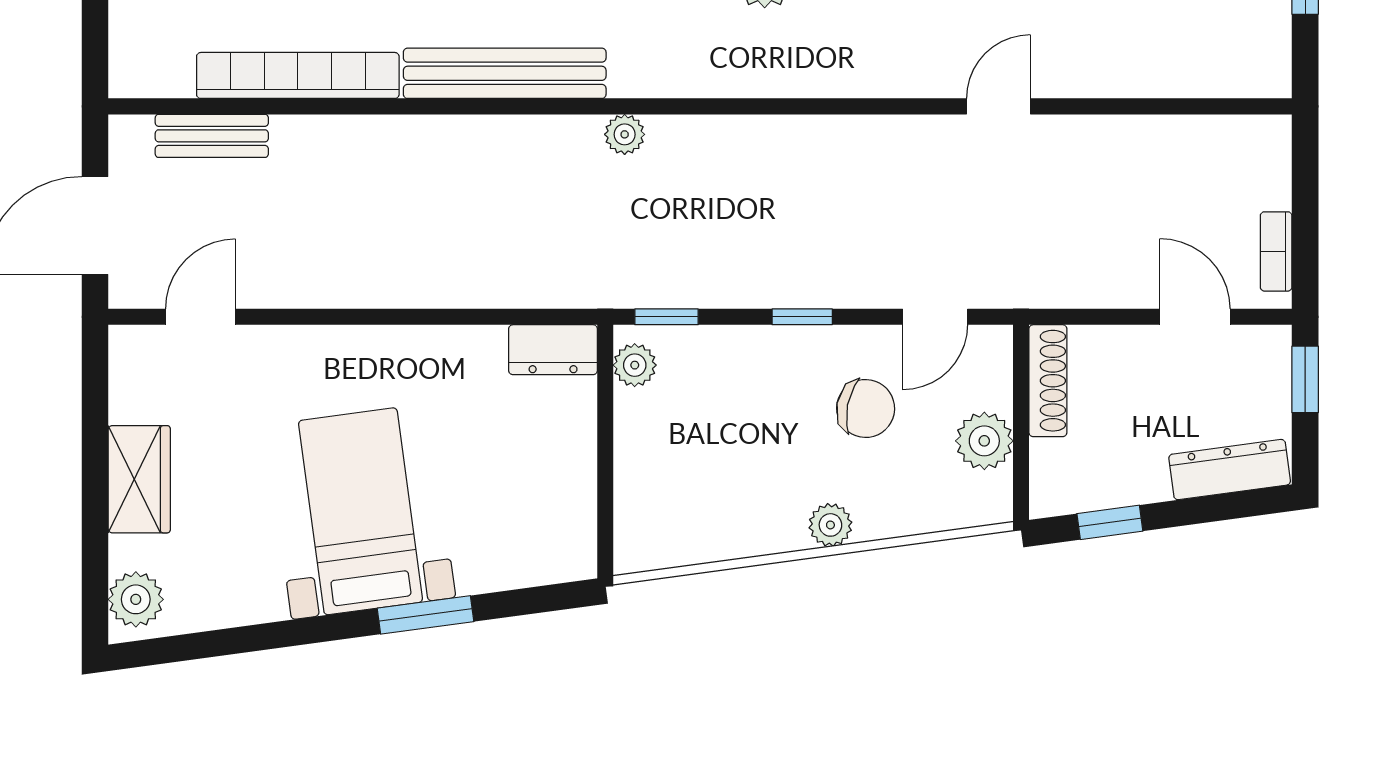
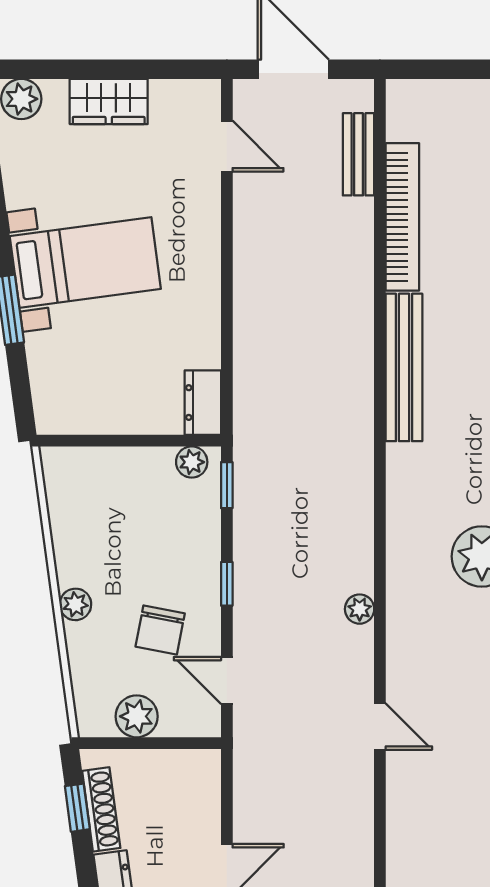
plant: (625, 134) -> (360, 609), moved
shoe rack: (1048, 381) -> (101, 809), moved, turned -98

